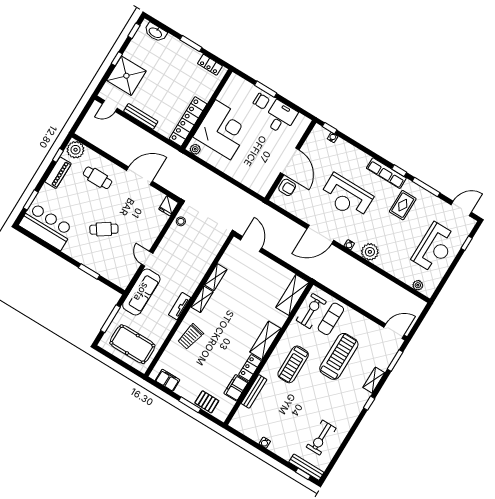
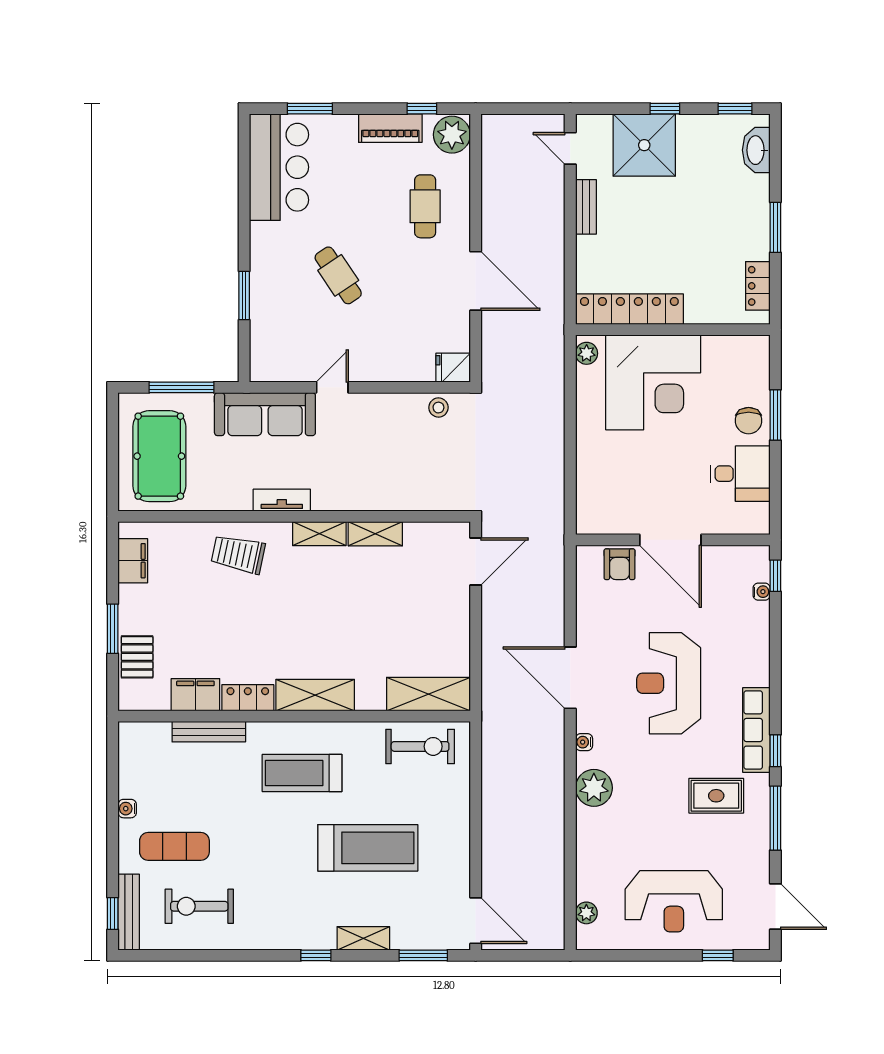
bench: (141, 116) -> (586, 207), width x0.73
door: (290, 161) -> (670, 540), hinge flipped
exercise mat: (331, 319) -> (174, 846), moved

